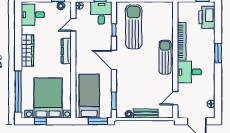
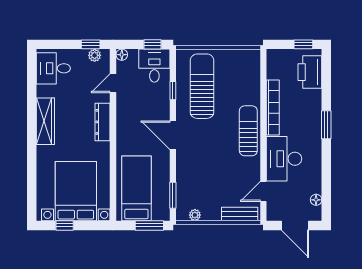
desk: (189, 72) -> (284, 159), width x1.37
window: (18, 91) -> (32, 181), removed
bench: (146, 113) -> (240, 214), moved

